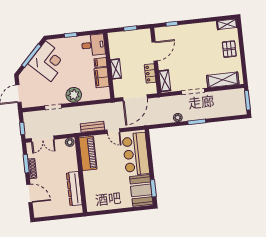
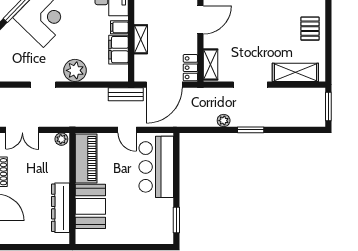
locker: (150, 73) -> (190, 68), moved
bench: (92, 127) -> (126, 94), moved
booth: (141, 190) -> (90, 206), moved

